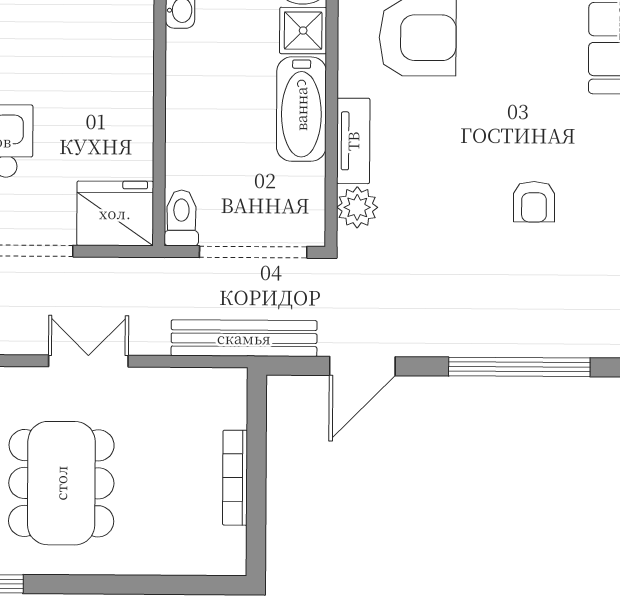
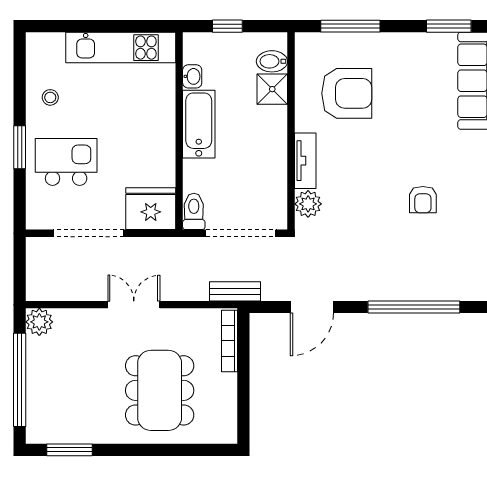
bathtub: (301, 109) -> (199, 124), moved, turned 180
bench: (244, 338) -> (235, 291), width x0.54, depth x0.82
bookcase: (235, 478) -> (230, 341), moved
dining table: (61, 483) -> (160, 390), moved

